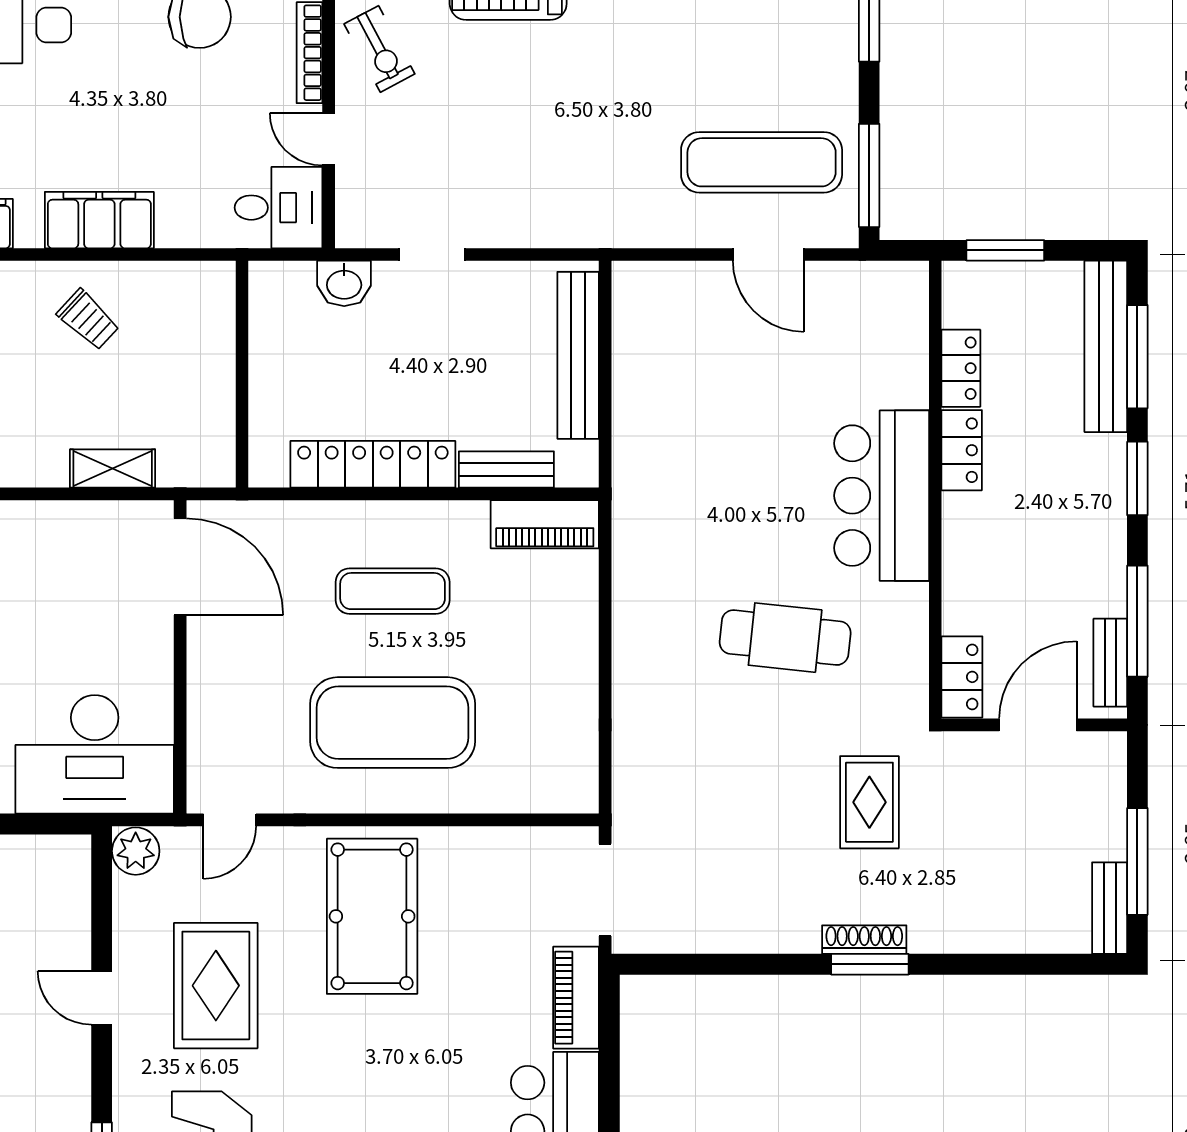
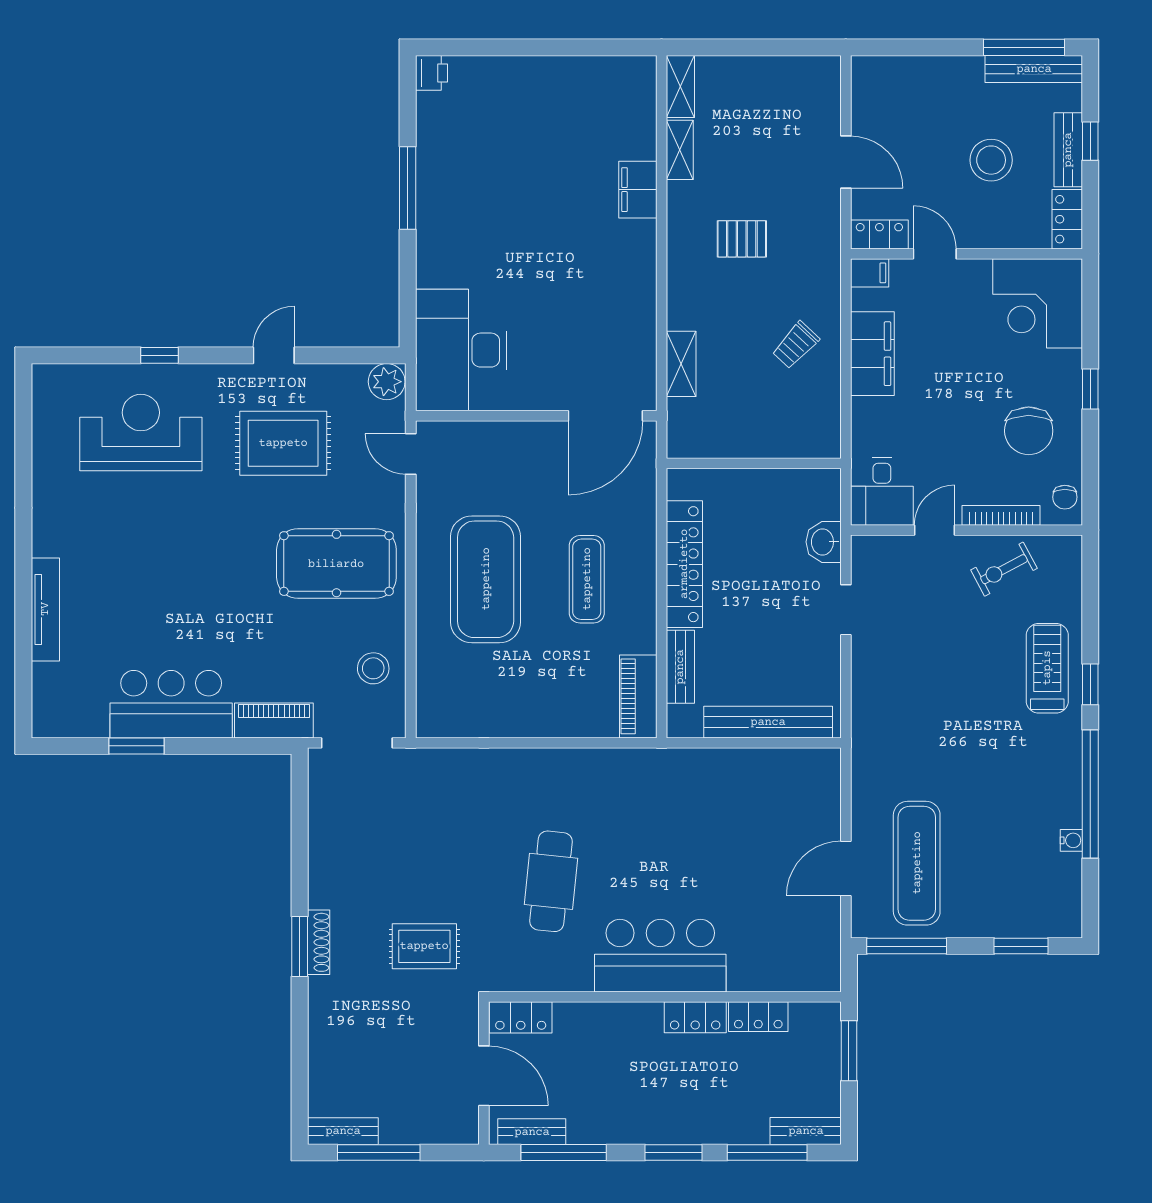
bench: (1106, 346) -> (806, 1131), width x0.54, depth x0.82
stool: (508, 869) -> (373, 668), added

